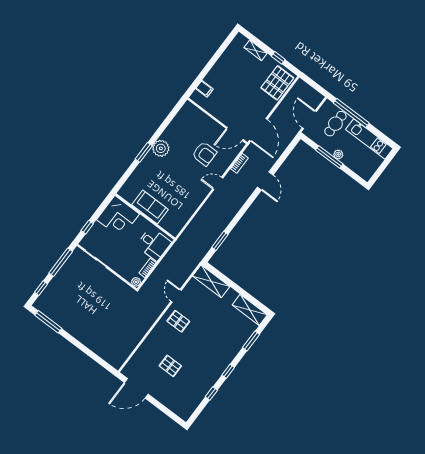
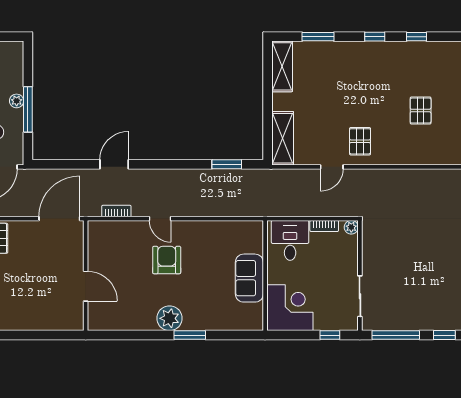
filing cabinet: (204, 89) -> (59, 320), removed
door: (235, 134) -> (86, 286), moved
armchair: (204, 154) -> (167, 260), moved

